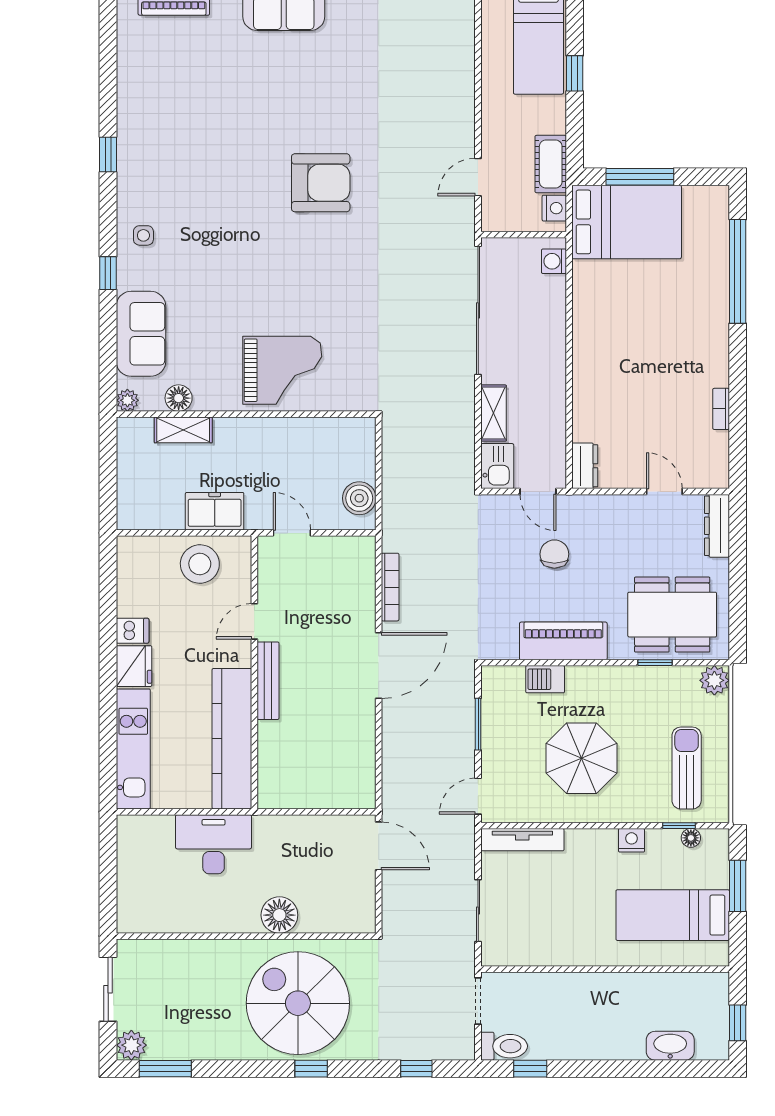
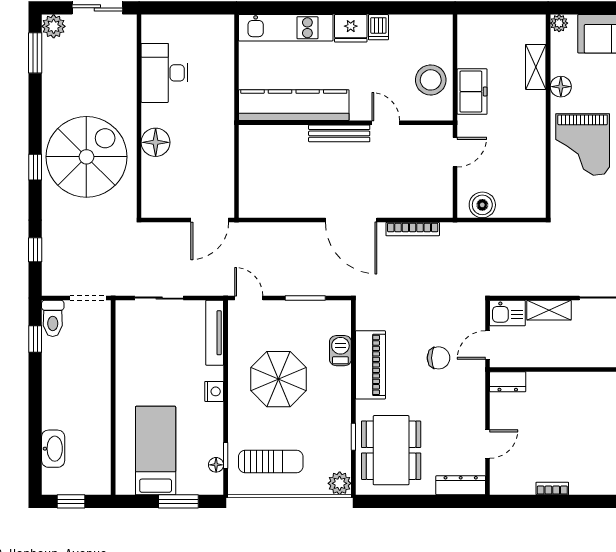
floor lamp: (179, 398) -> (561, 87), moved
nightstand: (632, 840) -> (214, 391), moved
desk: (214, 844) -> (165, 73), moved, turned 180

